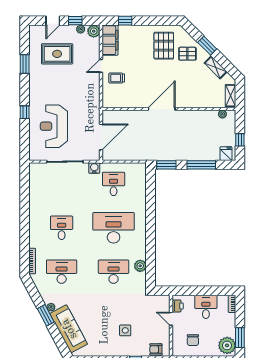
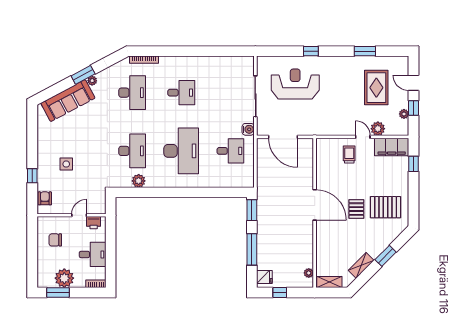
plant: (94, 31) -> (378, 129), moved
pallet: (187, 54) -> (356, 209), moved
plant: (227, 345) -> (64, 278), moved

